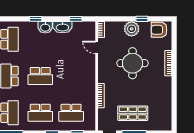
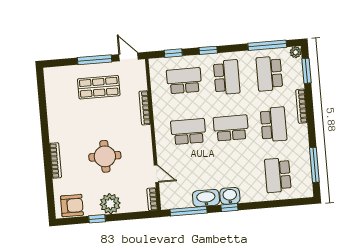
window: (36, 19) -> (229, 208), moved
window: (76, 19) -> (189, 211), width x2.17
round table: (133, 63) -> (105, 156), width x0.73, depth x0.73
school desk: (71, 76) -> (188, 132), added
school desk: (40, 113) -> (227, 77), turned 90

